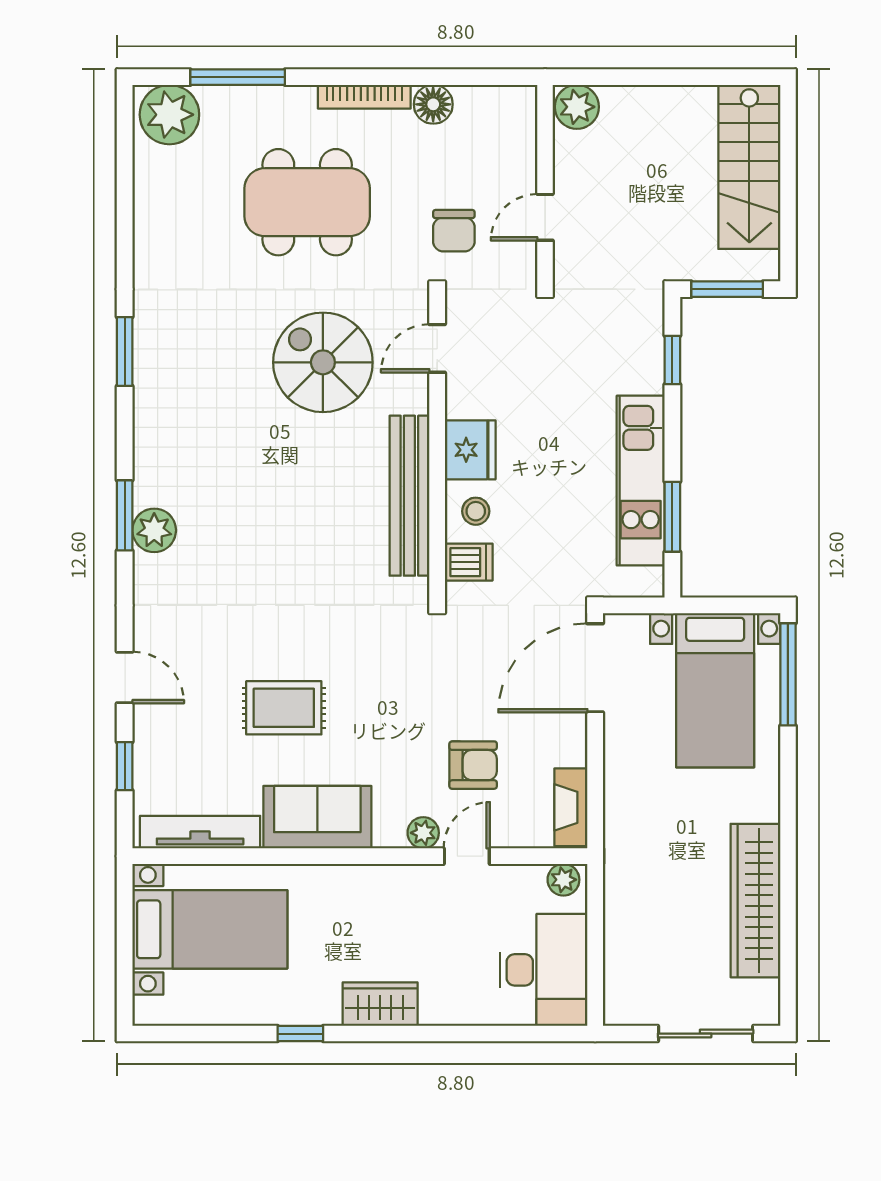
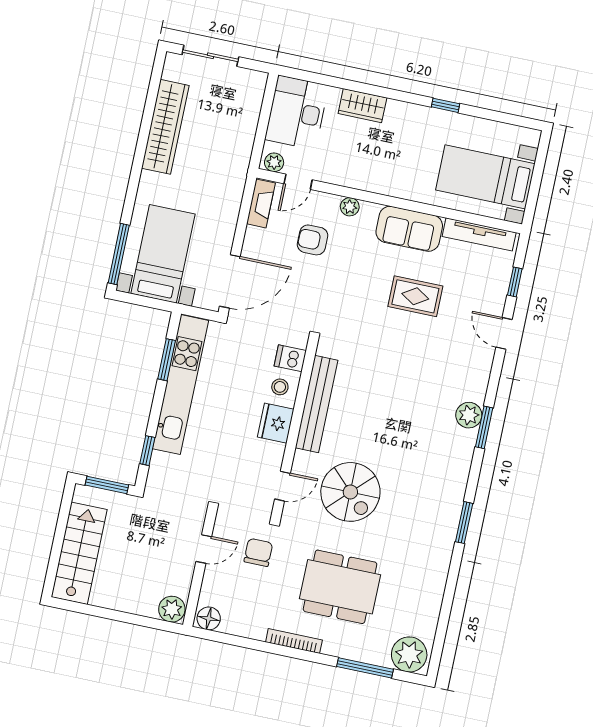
floor lamp: (433, 104) -> (209, 618), moved
kitchen unit: (641, 481) -> (181, 385), width x1.36
door: (467, 856) -> (298, 182), moved
wardrobe: (380, 1004) -> (362, 106), moved

